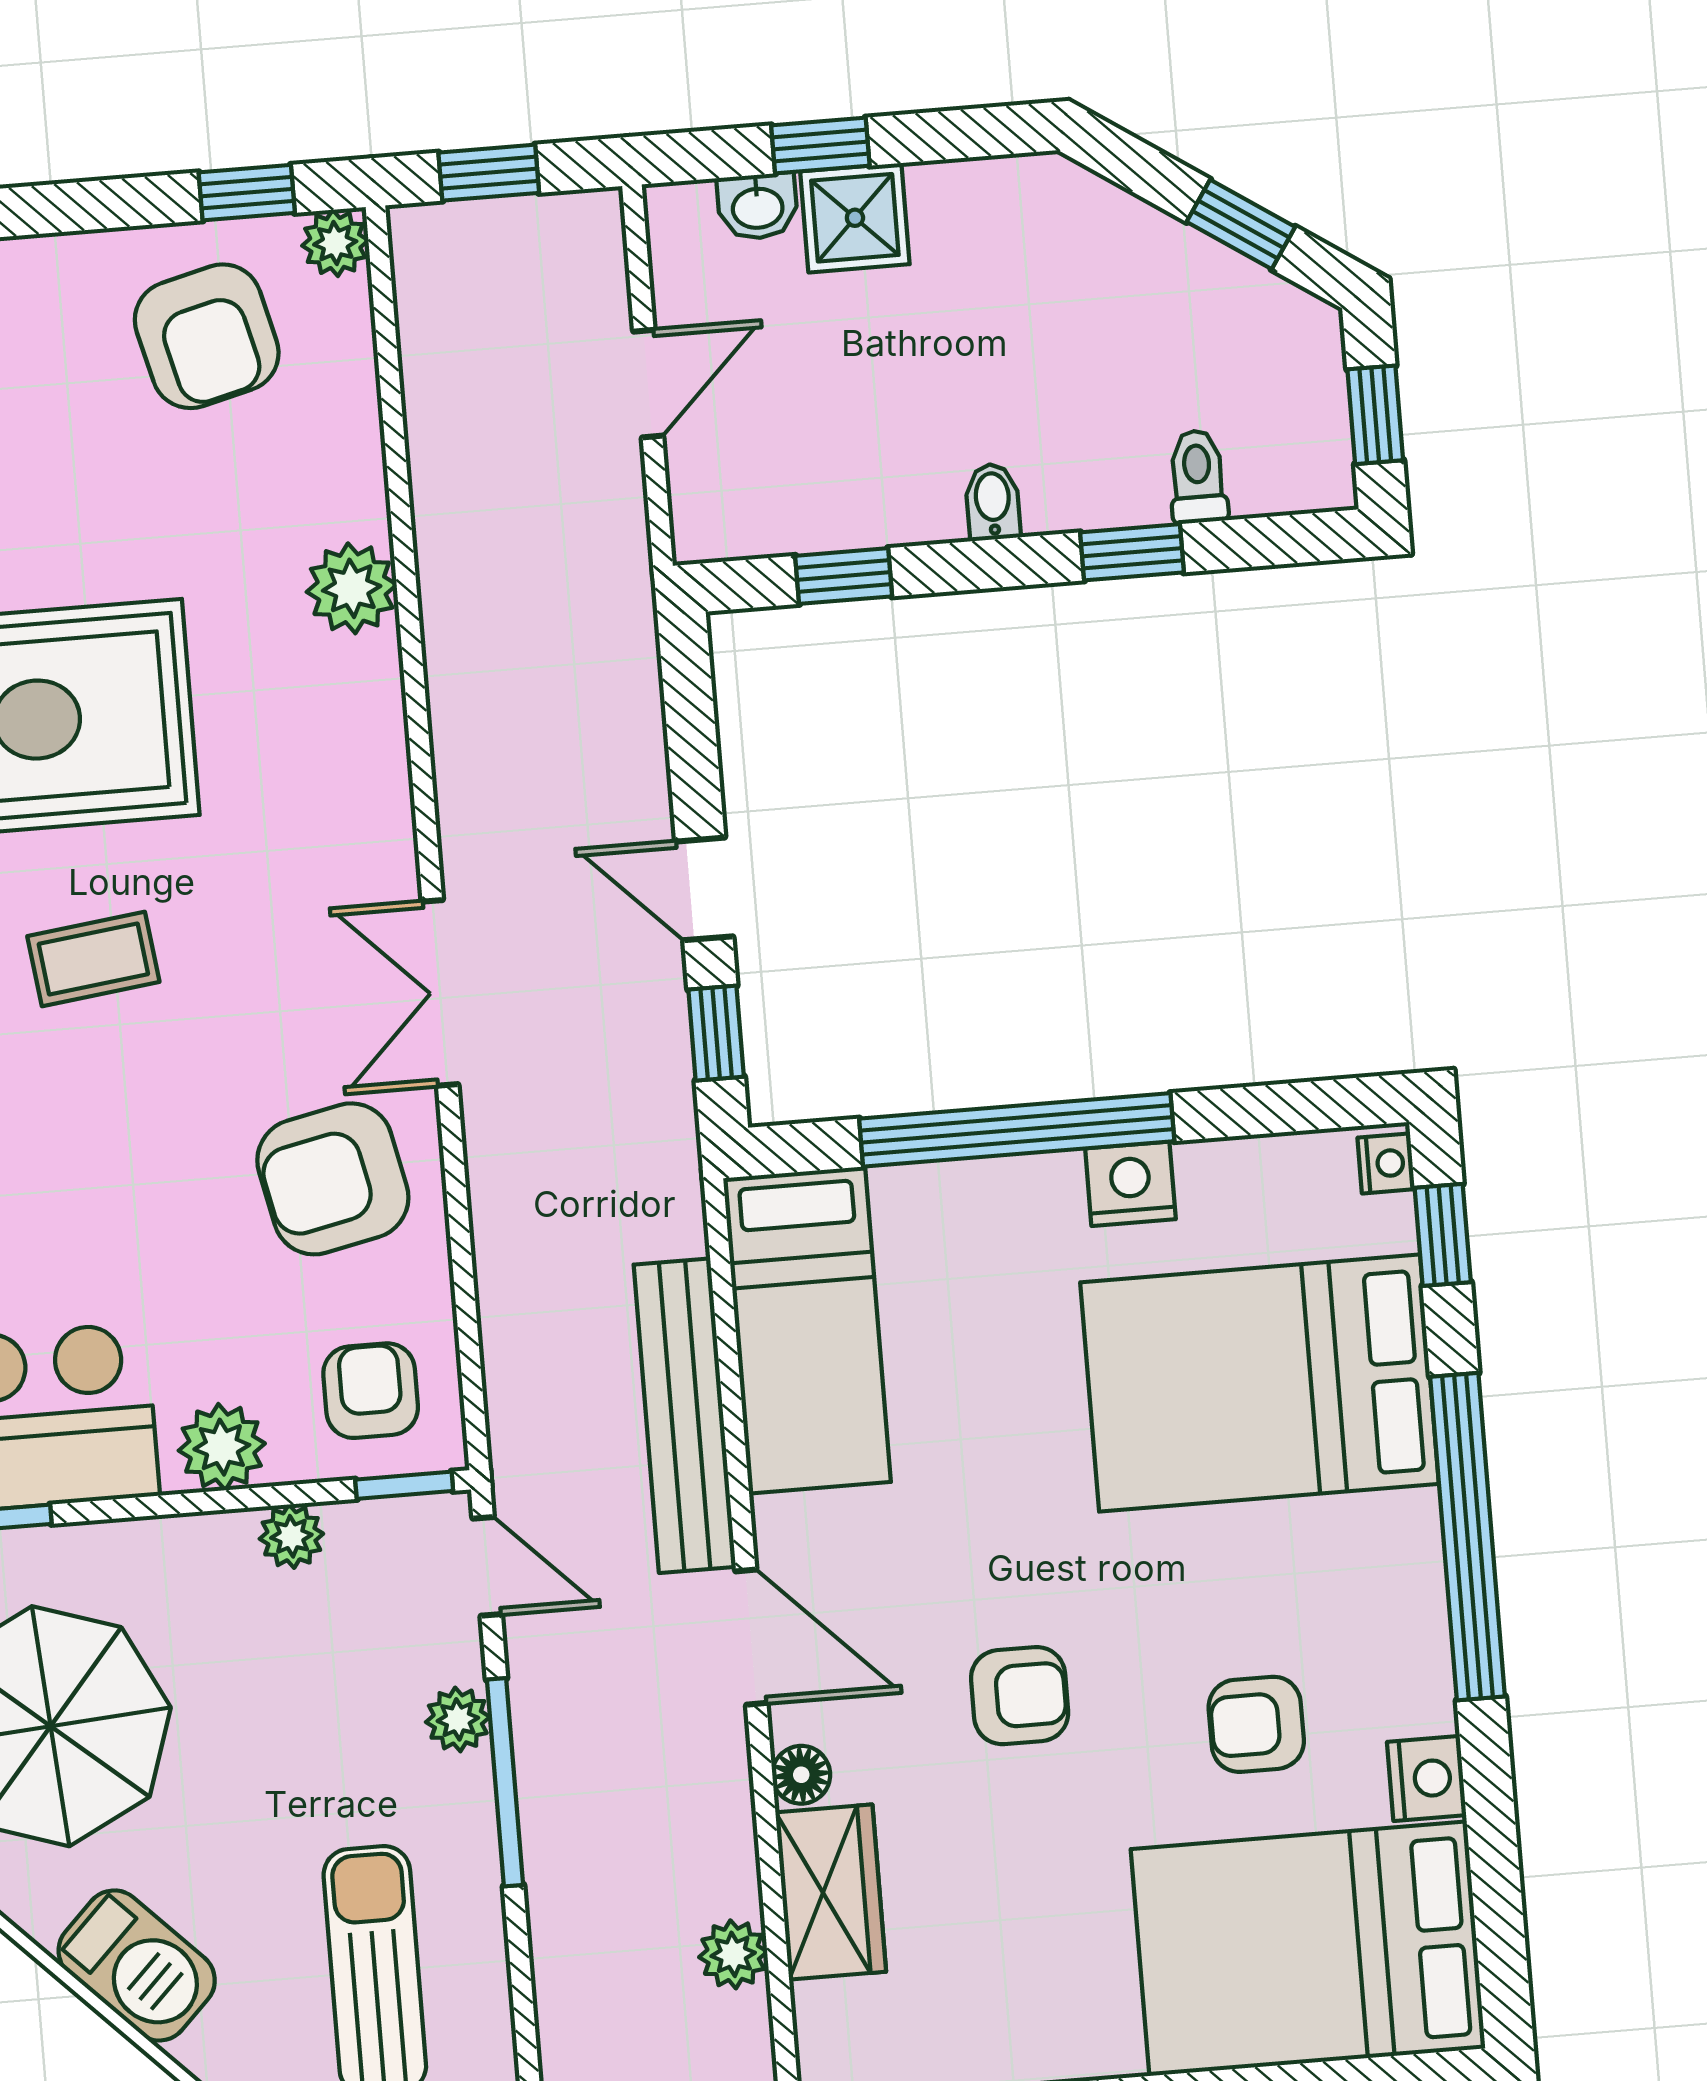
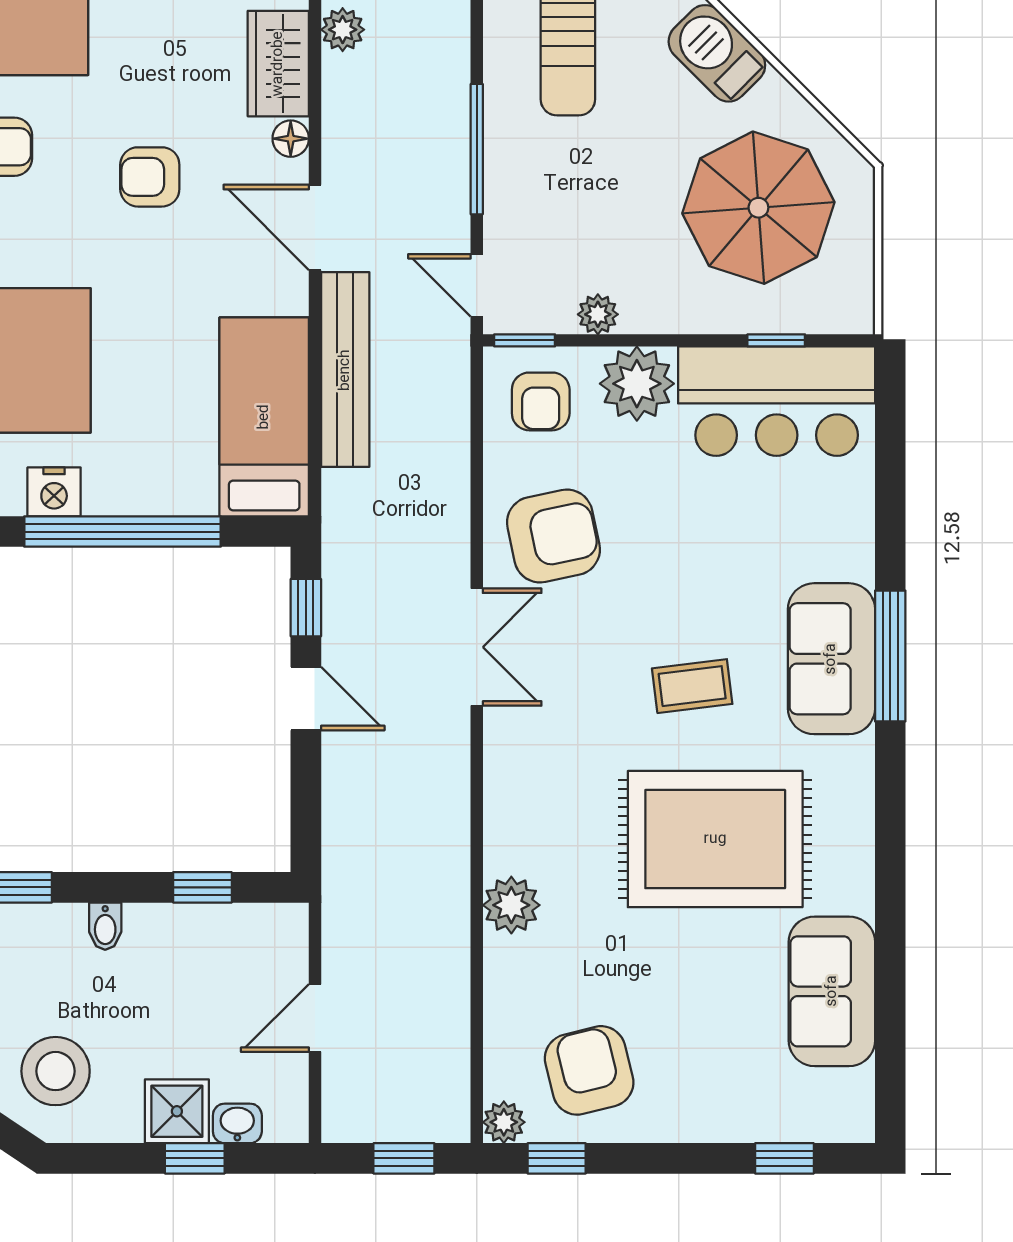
stool: (1053, 266) -> (56, 1071), added
plant: (222, 1447) -> (637, 384), width x1.36, depth x1.36
plant: (458, 1719) -> (503, 191), removed

